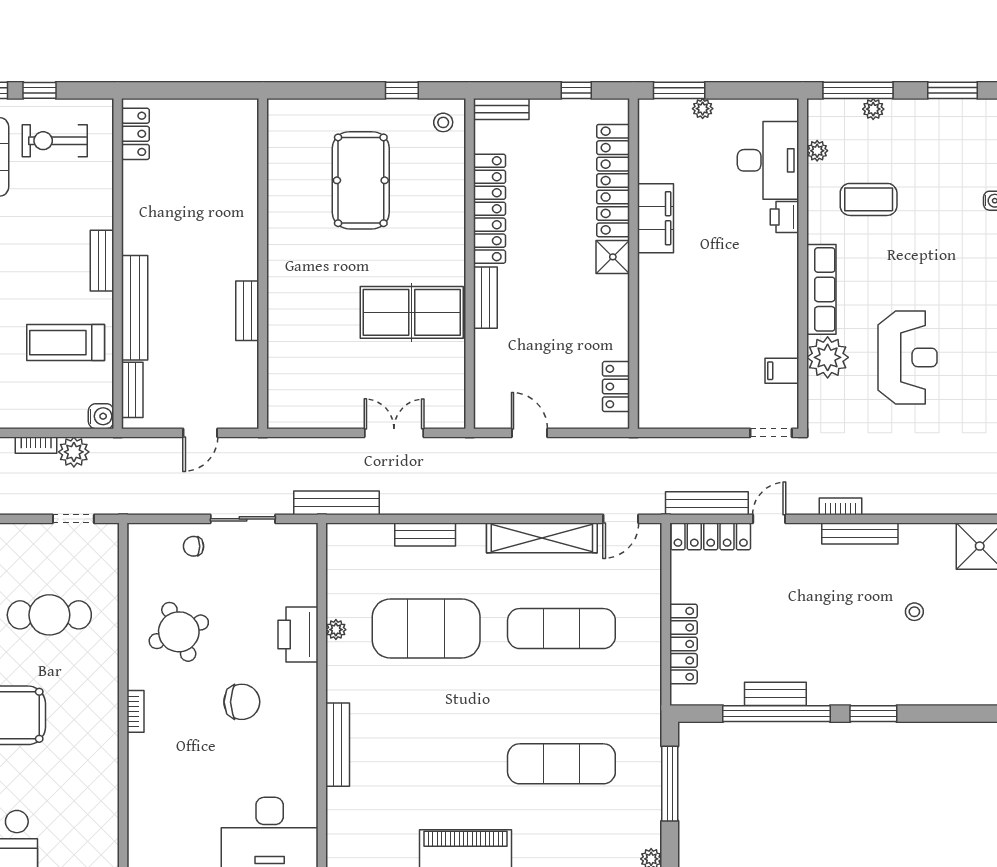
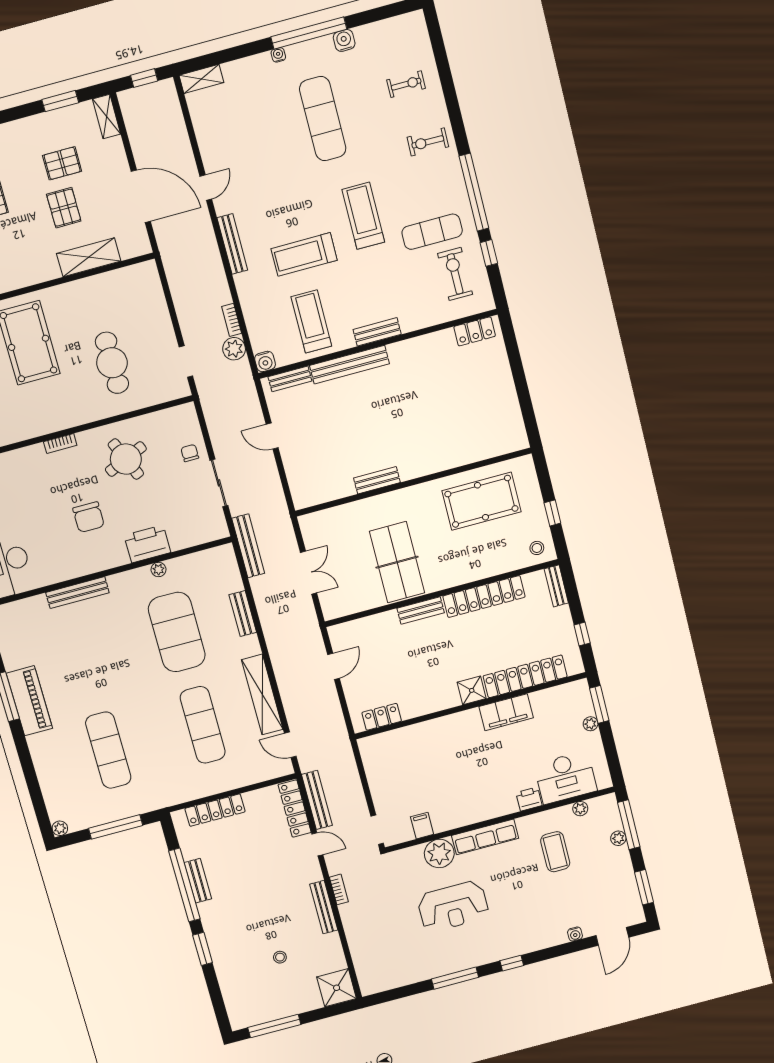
wall: (263, 264) -> (413, 482), moved
bench: (247, 311) -> (377, 480), moved

